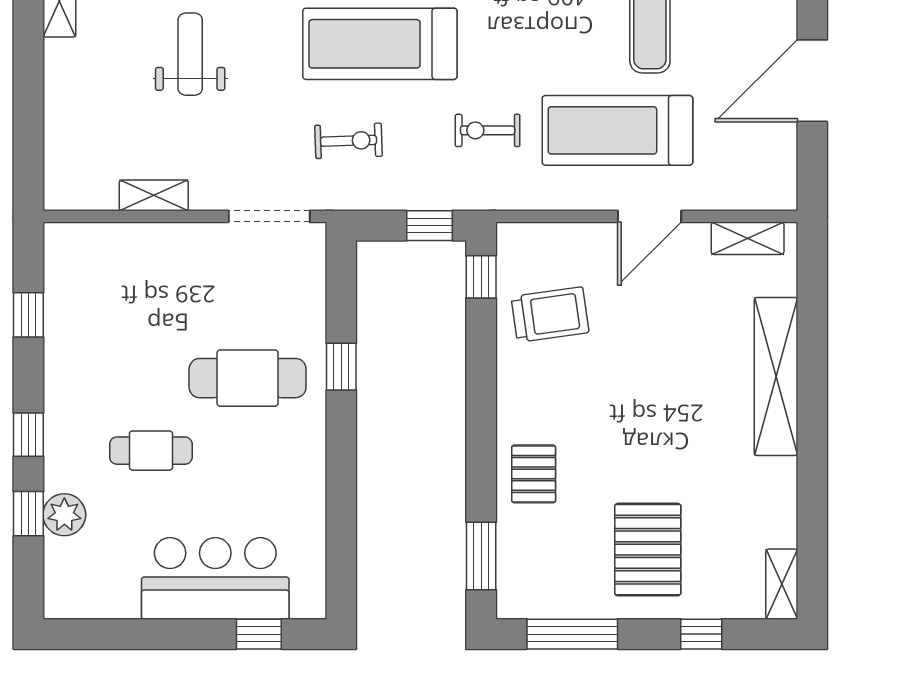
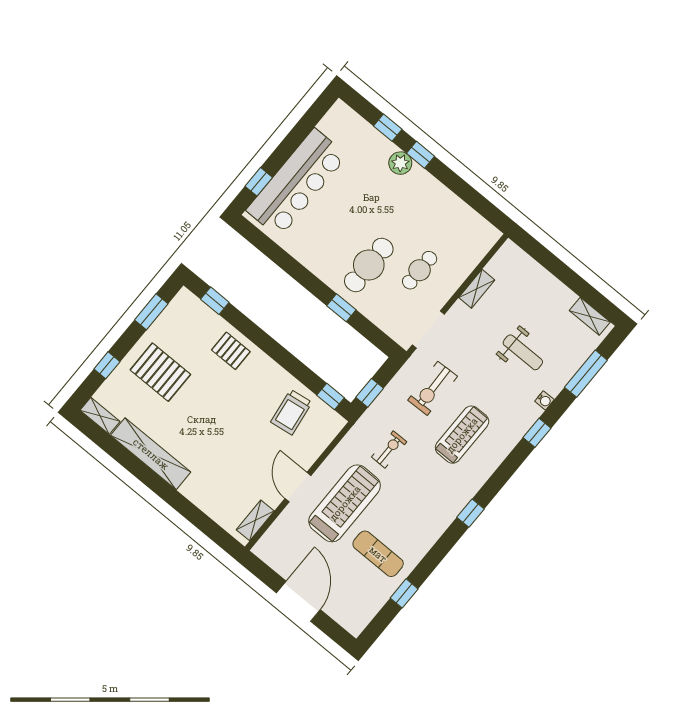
treadmill: (380, 44) -> (462, 435), width x0.73, depth x0.73
exercise bike: (349, 141) -> (433, 388), width x1.38, depth x1.39
window: (28, 315) -> (470, 196), removed
shelving: (776, 376) -> (151, 454), moved
cafe table: (151, 451) -> (420, 270), moved
plant: (64, 515) -> (400, 163), moved
window: (481, 556) -> (215, 301), width x0.67
bar counter: (215, 578) -> (297, 183), width x1.36
window: (572, 634) -> (151, 312), width x0.69

